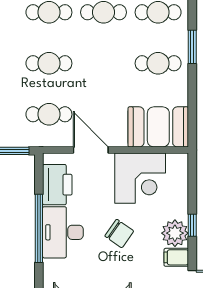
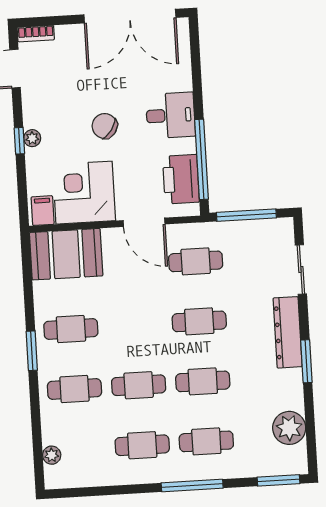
window: (39, 228) -> (202, 159), moved
desk: (63, 232) -> (170, 115), width x0.73
plant: (175, 233) -> (32, 138), width x0.53, depth x0.53
filing cabinet: (176, 257) -> (43, 211), moved, turned -90

